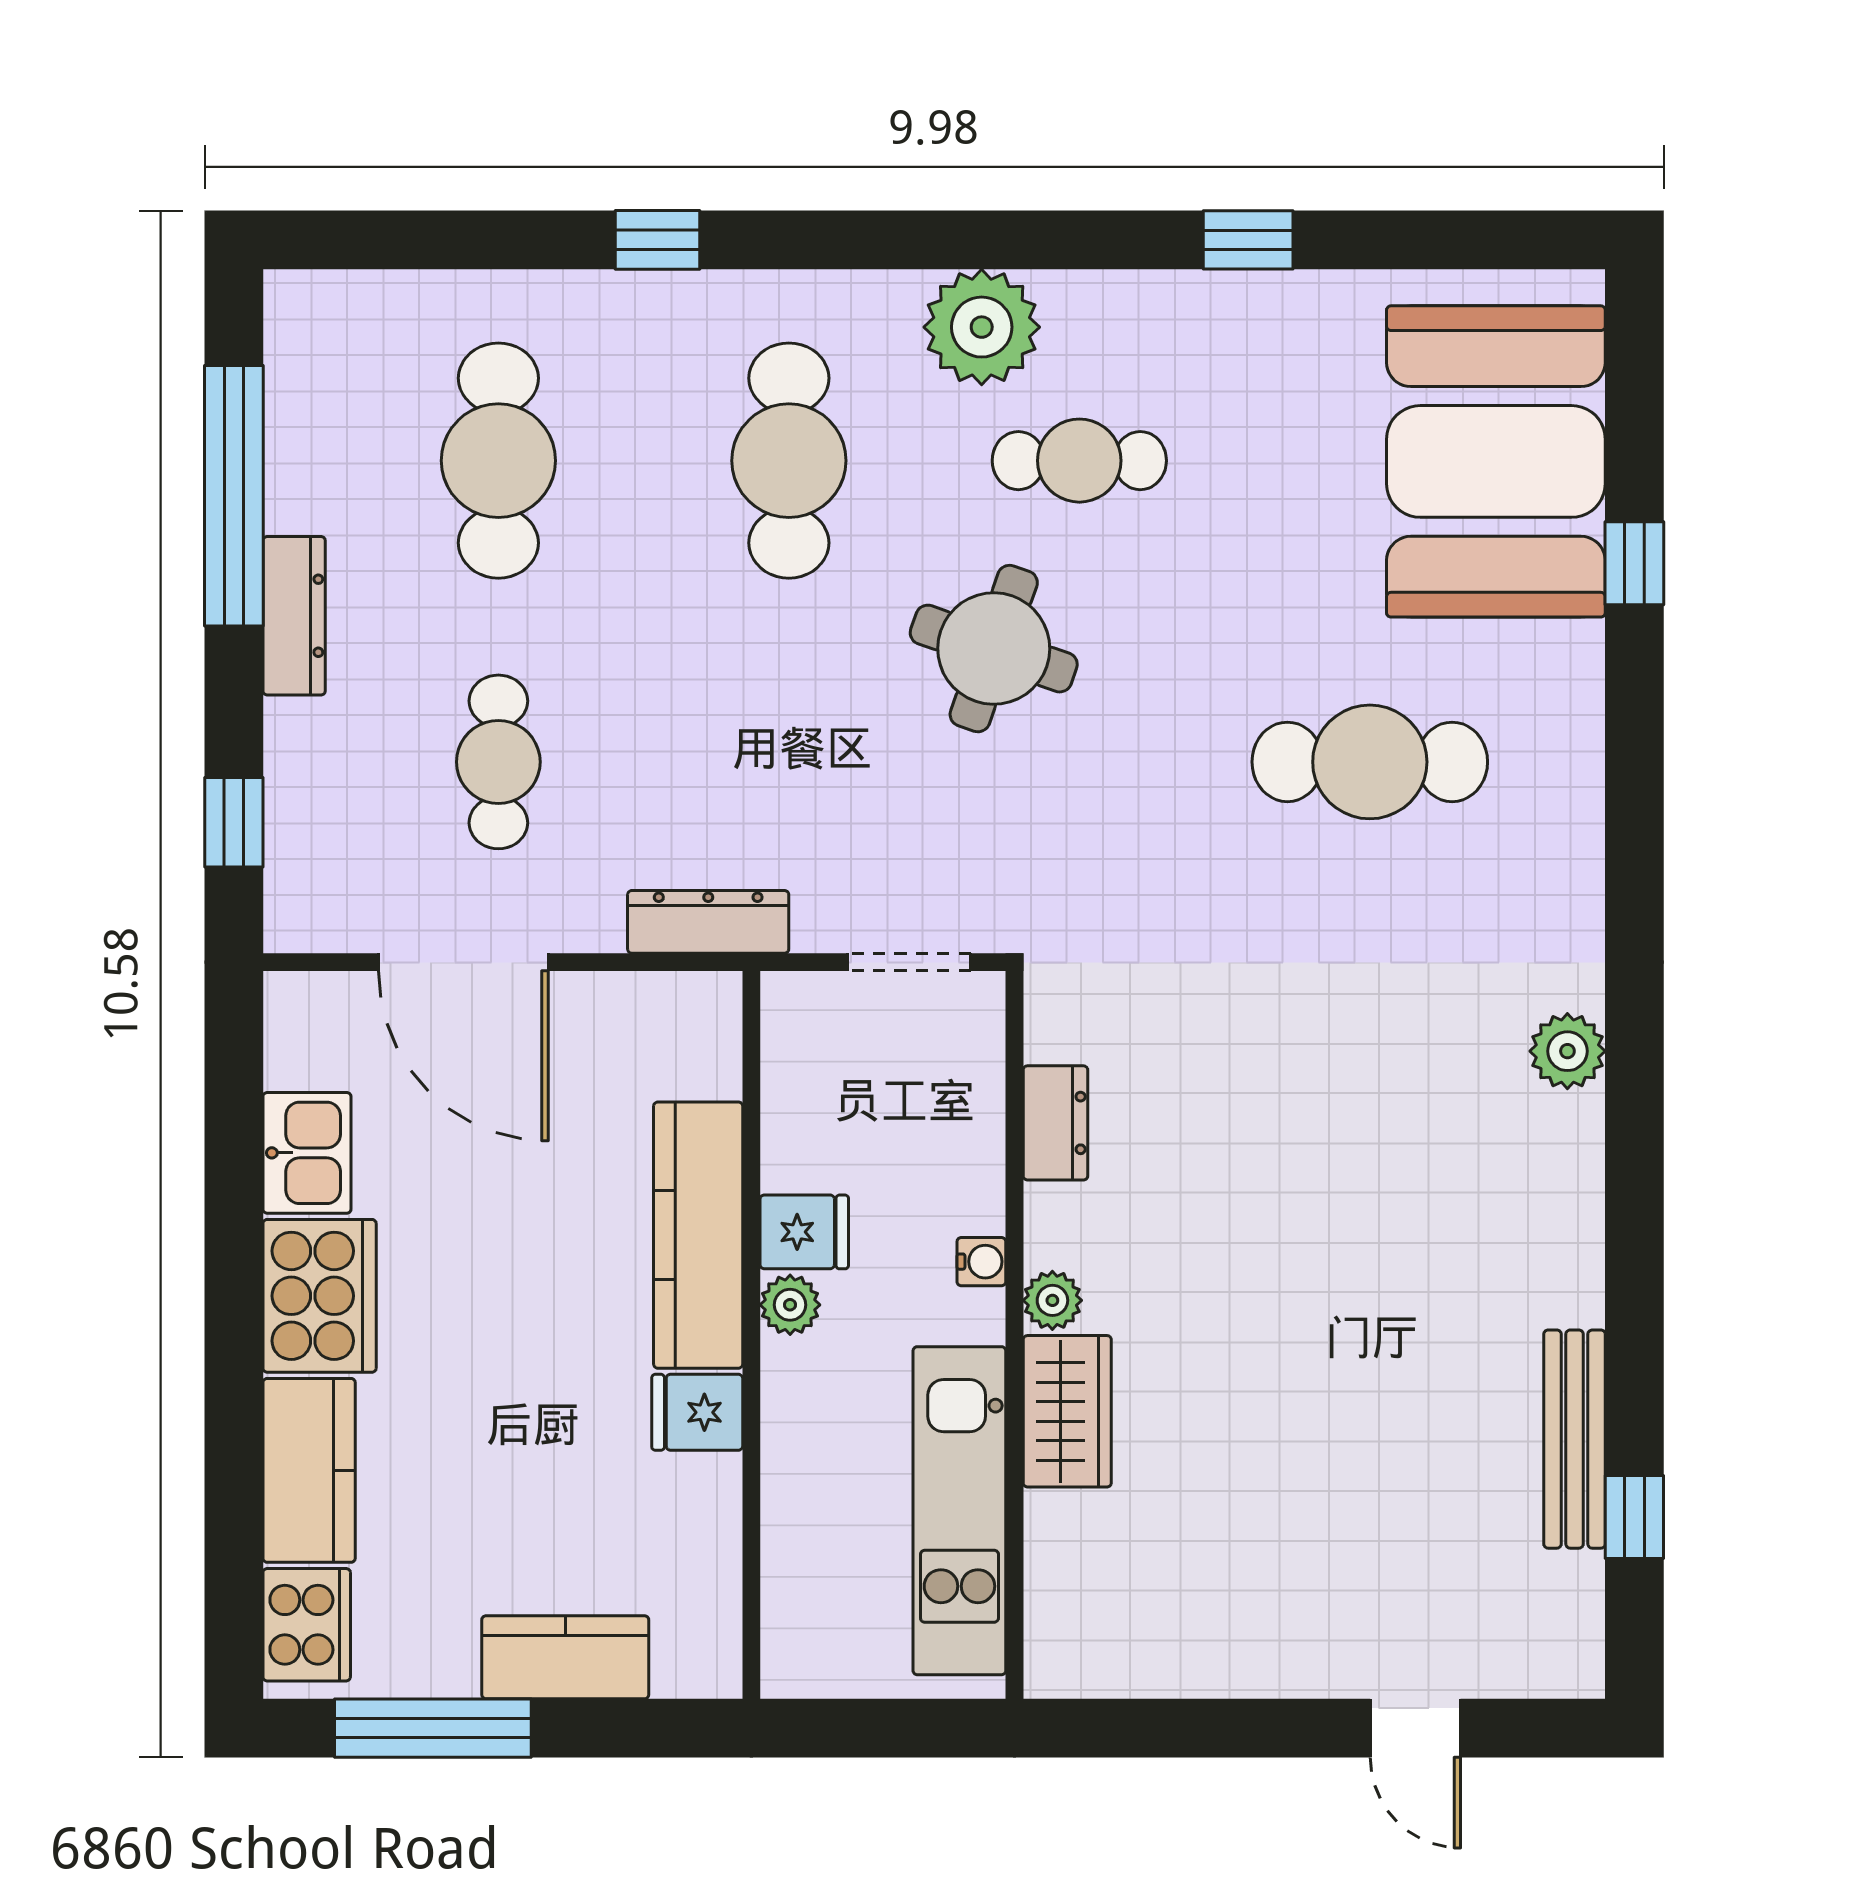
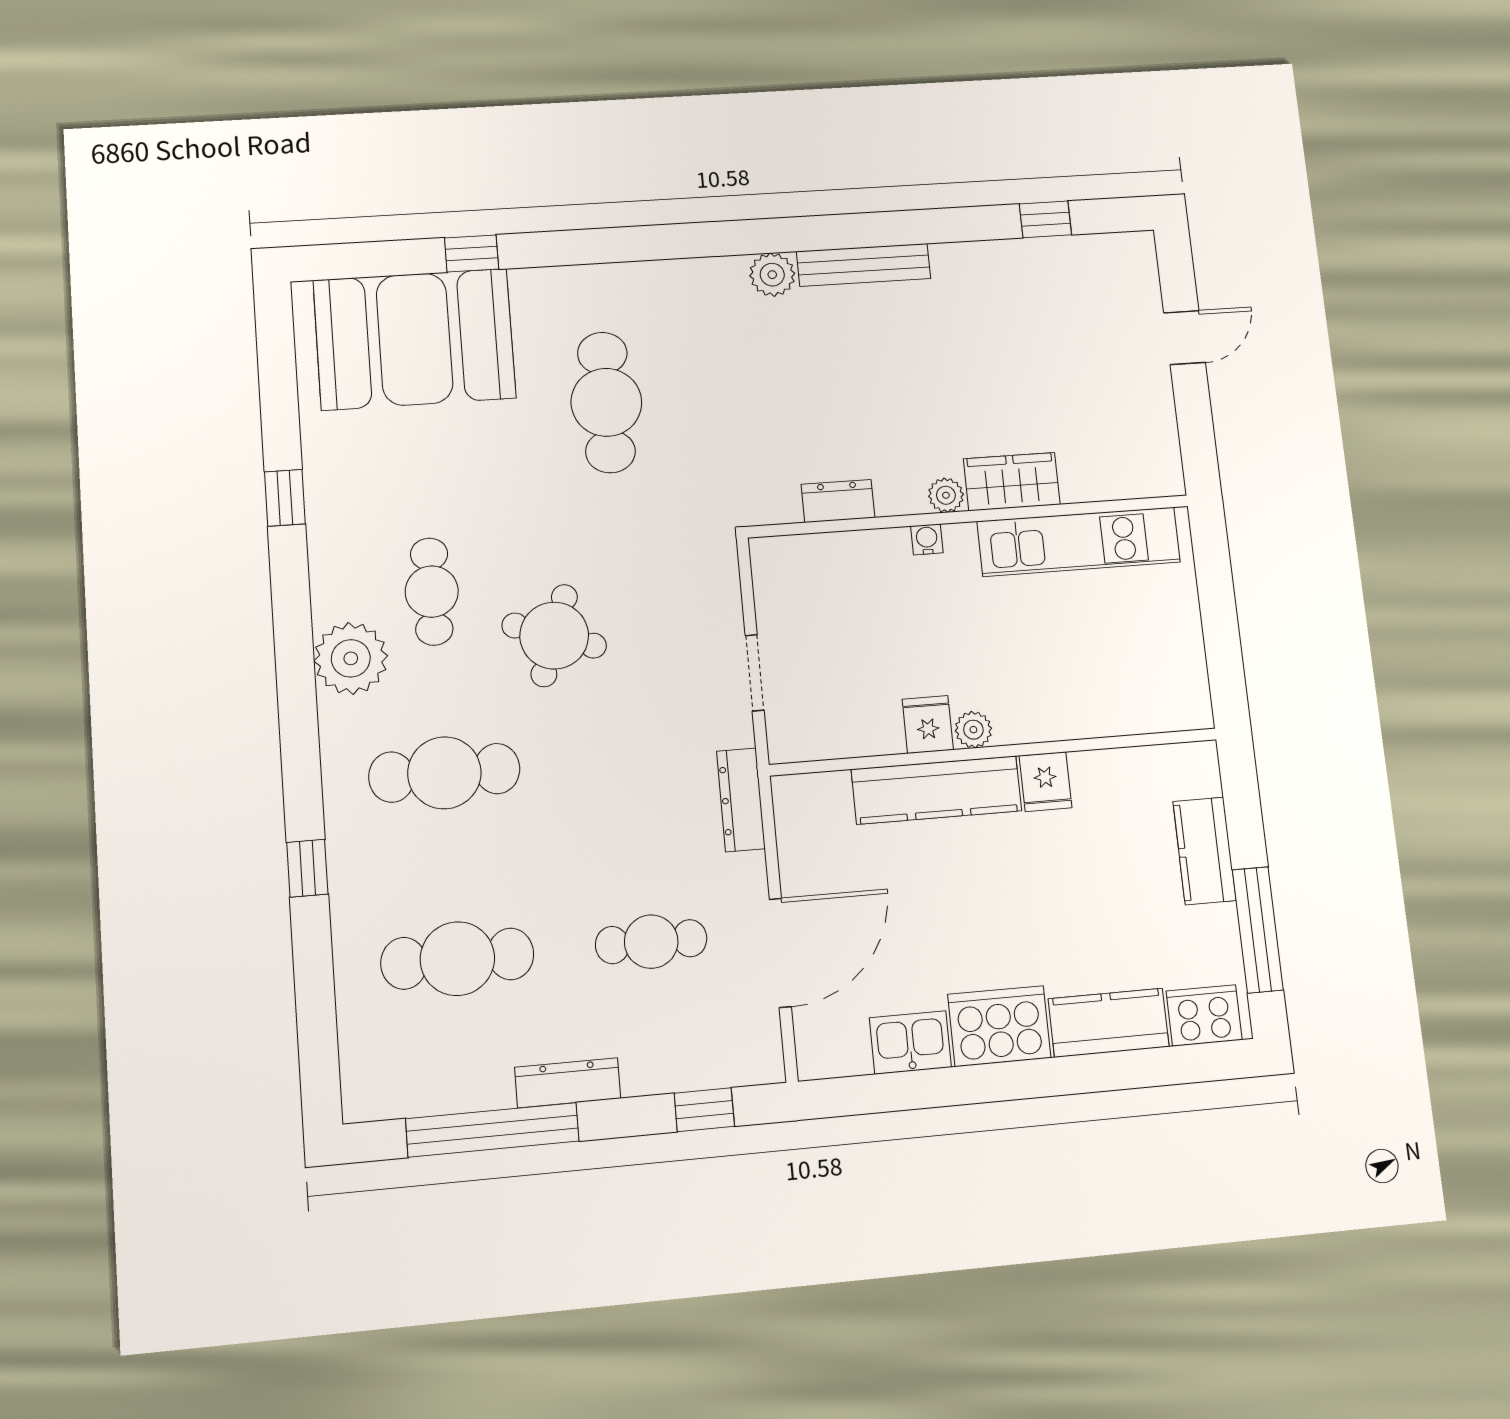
dresser: (1055, 1123) -> (838, 501), moved
water cooler: (981, 1262) -> (927, 539), moved
plant: (1052, 1300) -> (946, 495), moved
wall: (1014, 1335) -> (969, 516), moved
wardrobe: (1067, 1411) -> (1012, 482), moved
bench: (1575, 1439) -> (864, 265), moved
kitchen unit: (959, 1511) -> (1079, 542), moved

